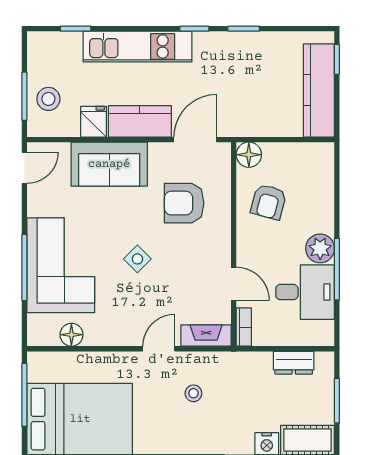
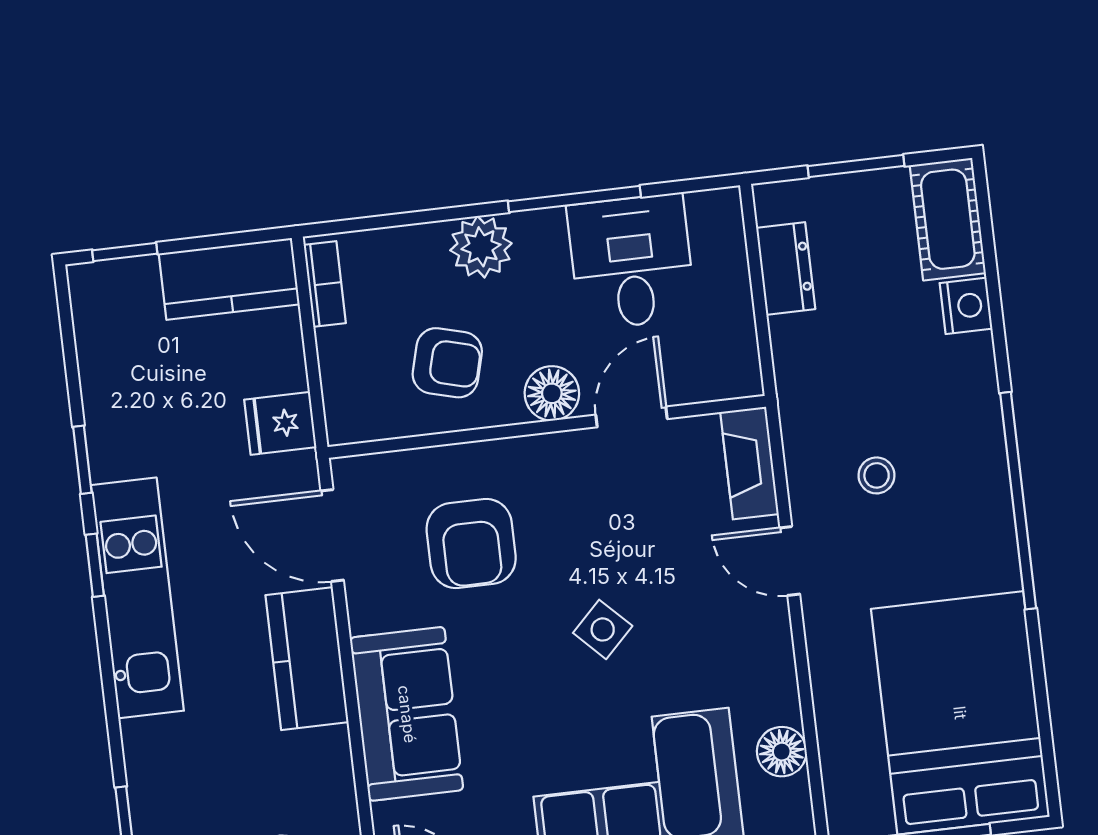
kitchen unit: (138, 47) -> (137, 598), moved
kitchen counter: (319, 90) -> (229, 279), width x0.67
fridge: (94, 122) -> (280, 423), moved
floor lamp: (249, 155) -> (552, 393), moved
plant: (320, 248) -> (481, 247), moved
bookcase: (244, 327) -> (325, 284), moved, turned 90

